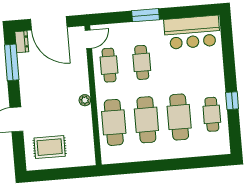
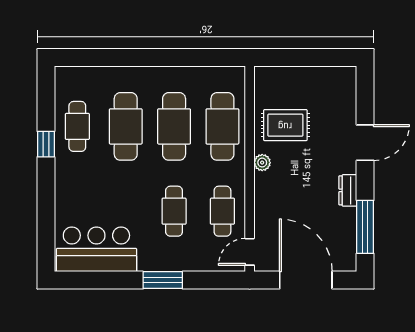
dresser: (22, 42) -> (348, 190), moved
rug: (50, 147) -> (285, 125), moved

